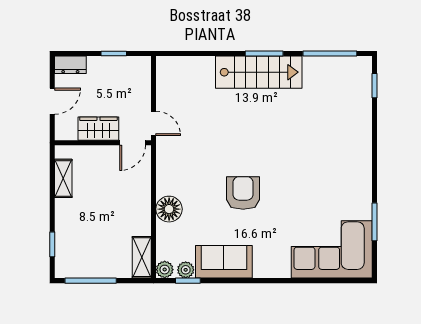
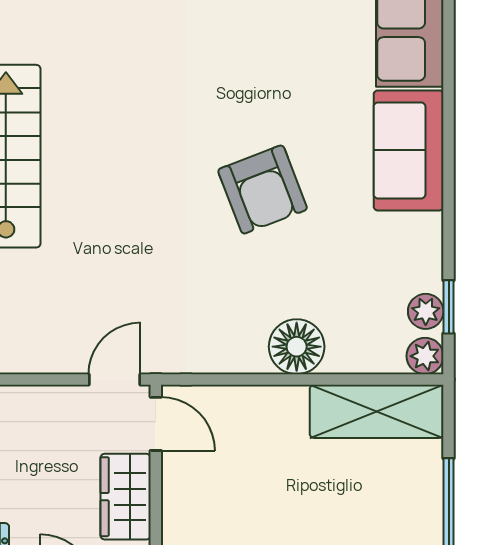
armchair: (243, 193) -> (263, 189), turned -111
shelving: (142, 257) -> (377, 411), width x1.50, depth x1.33
sofa: (224, 262) -> (409, 150), moved

